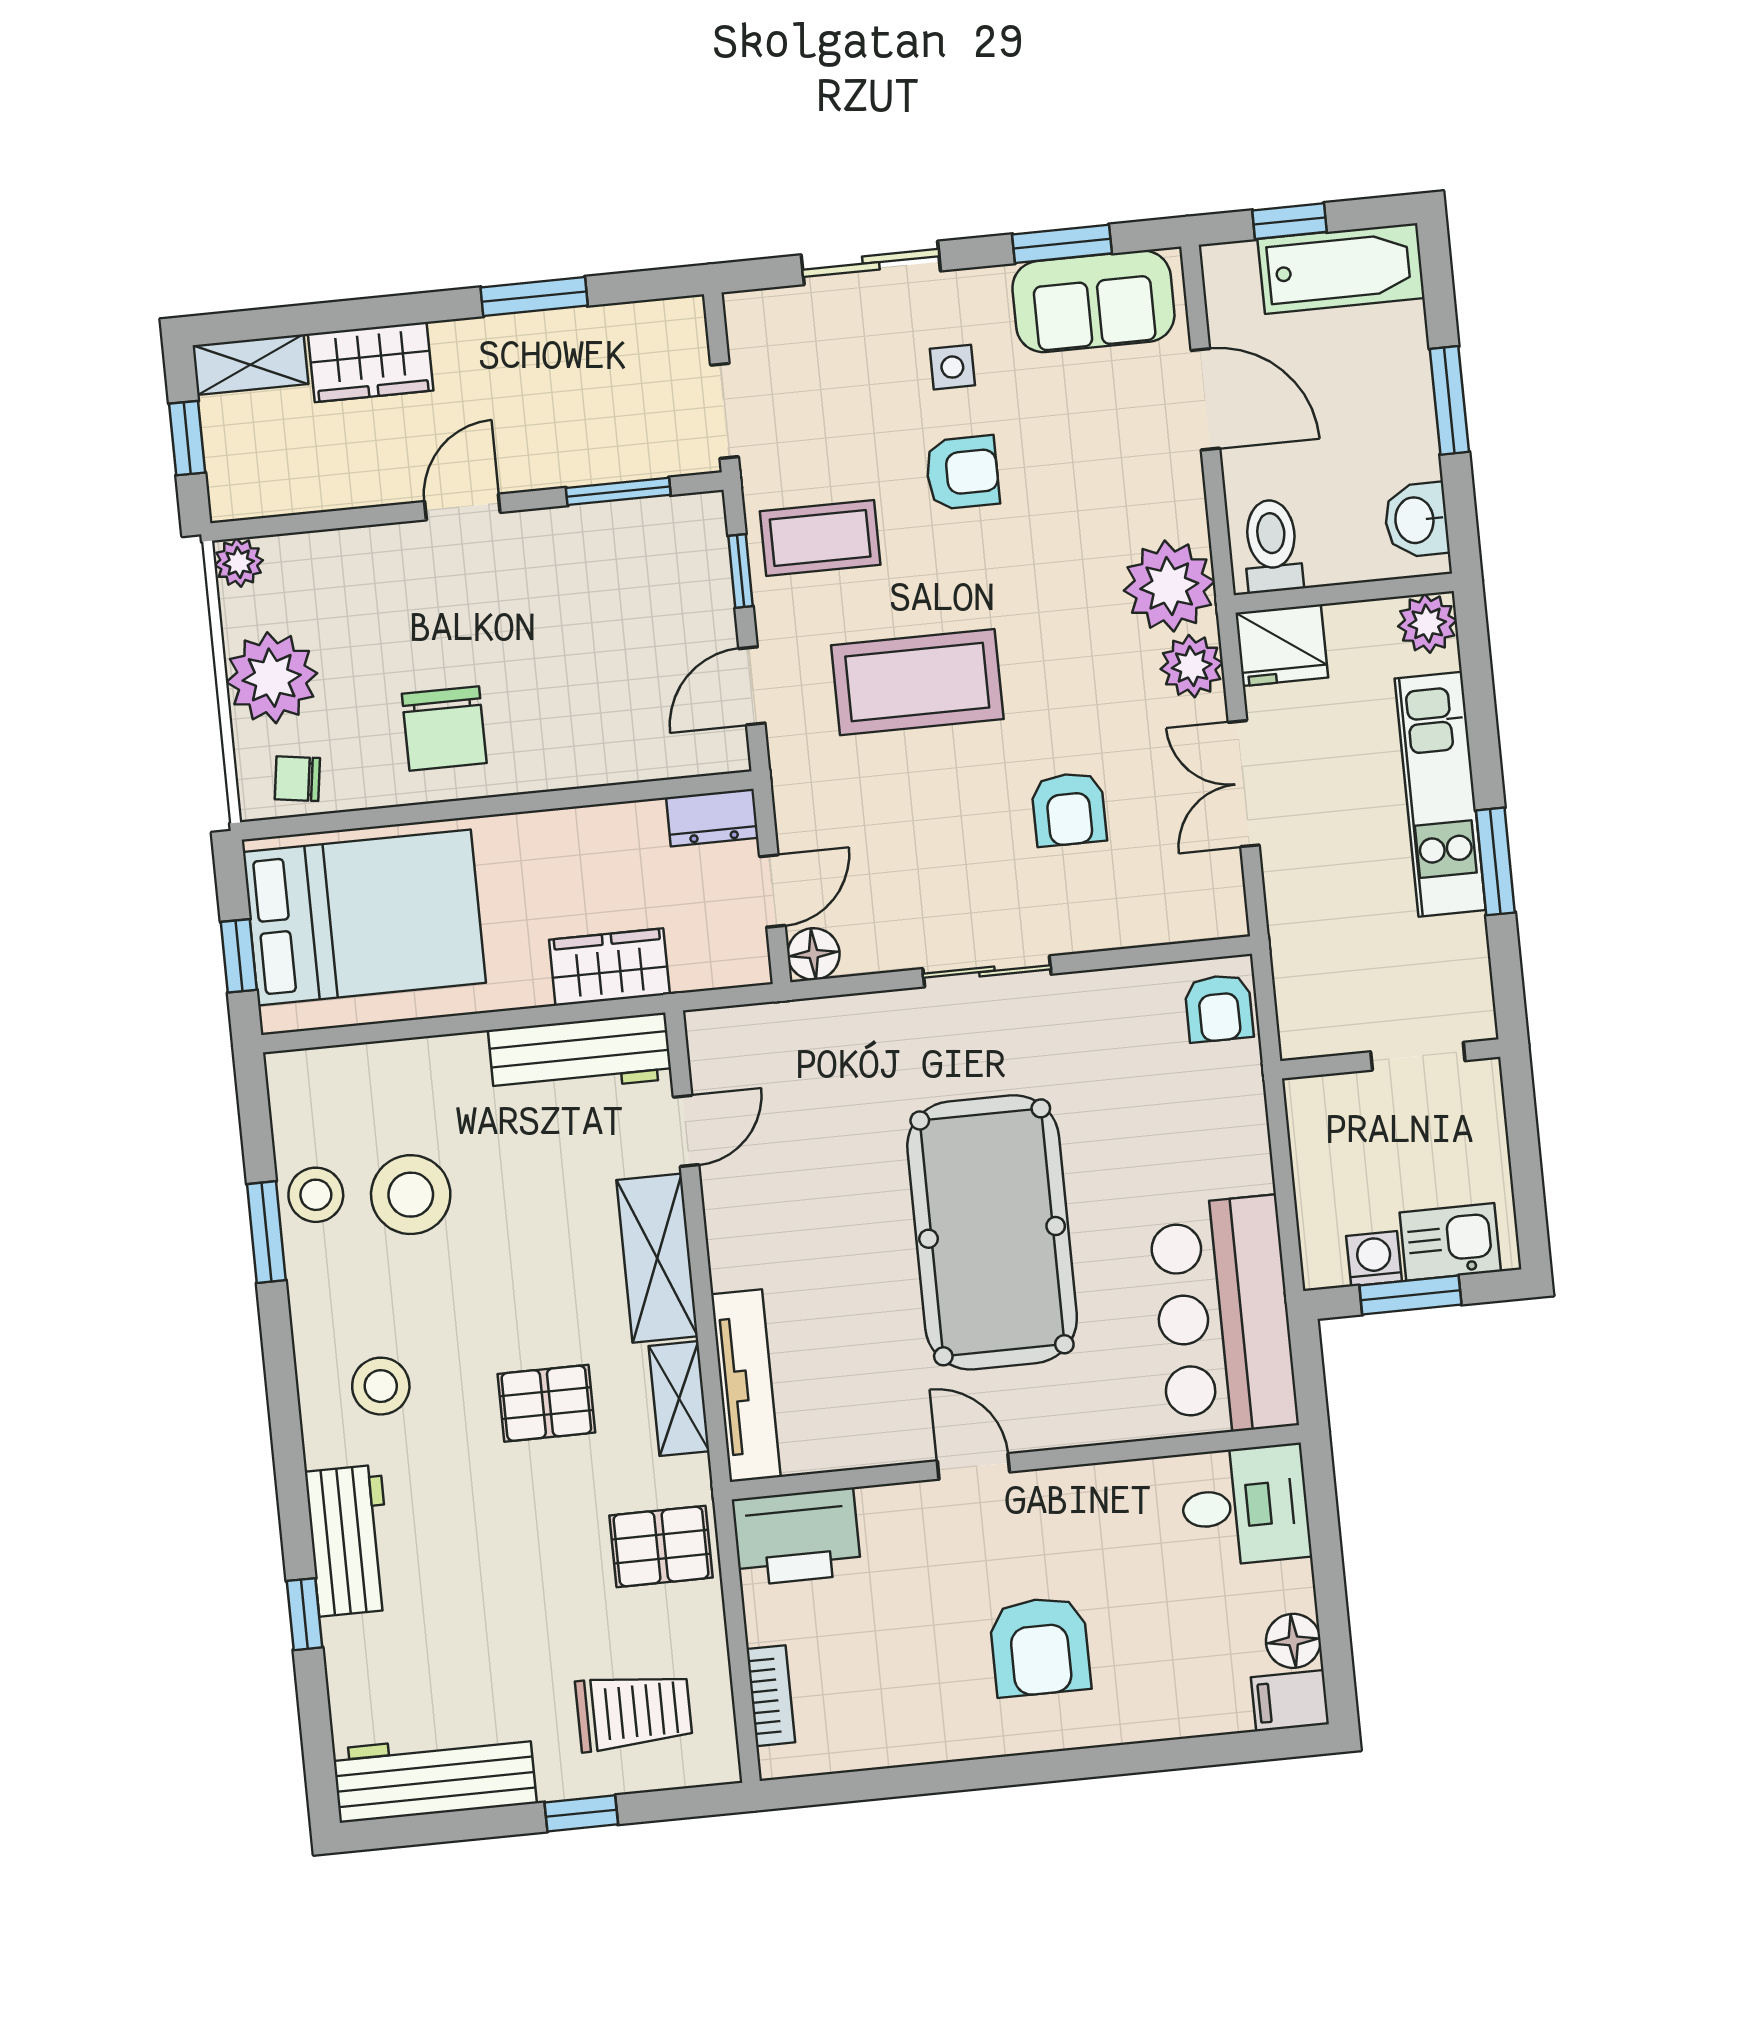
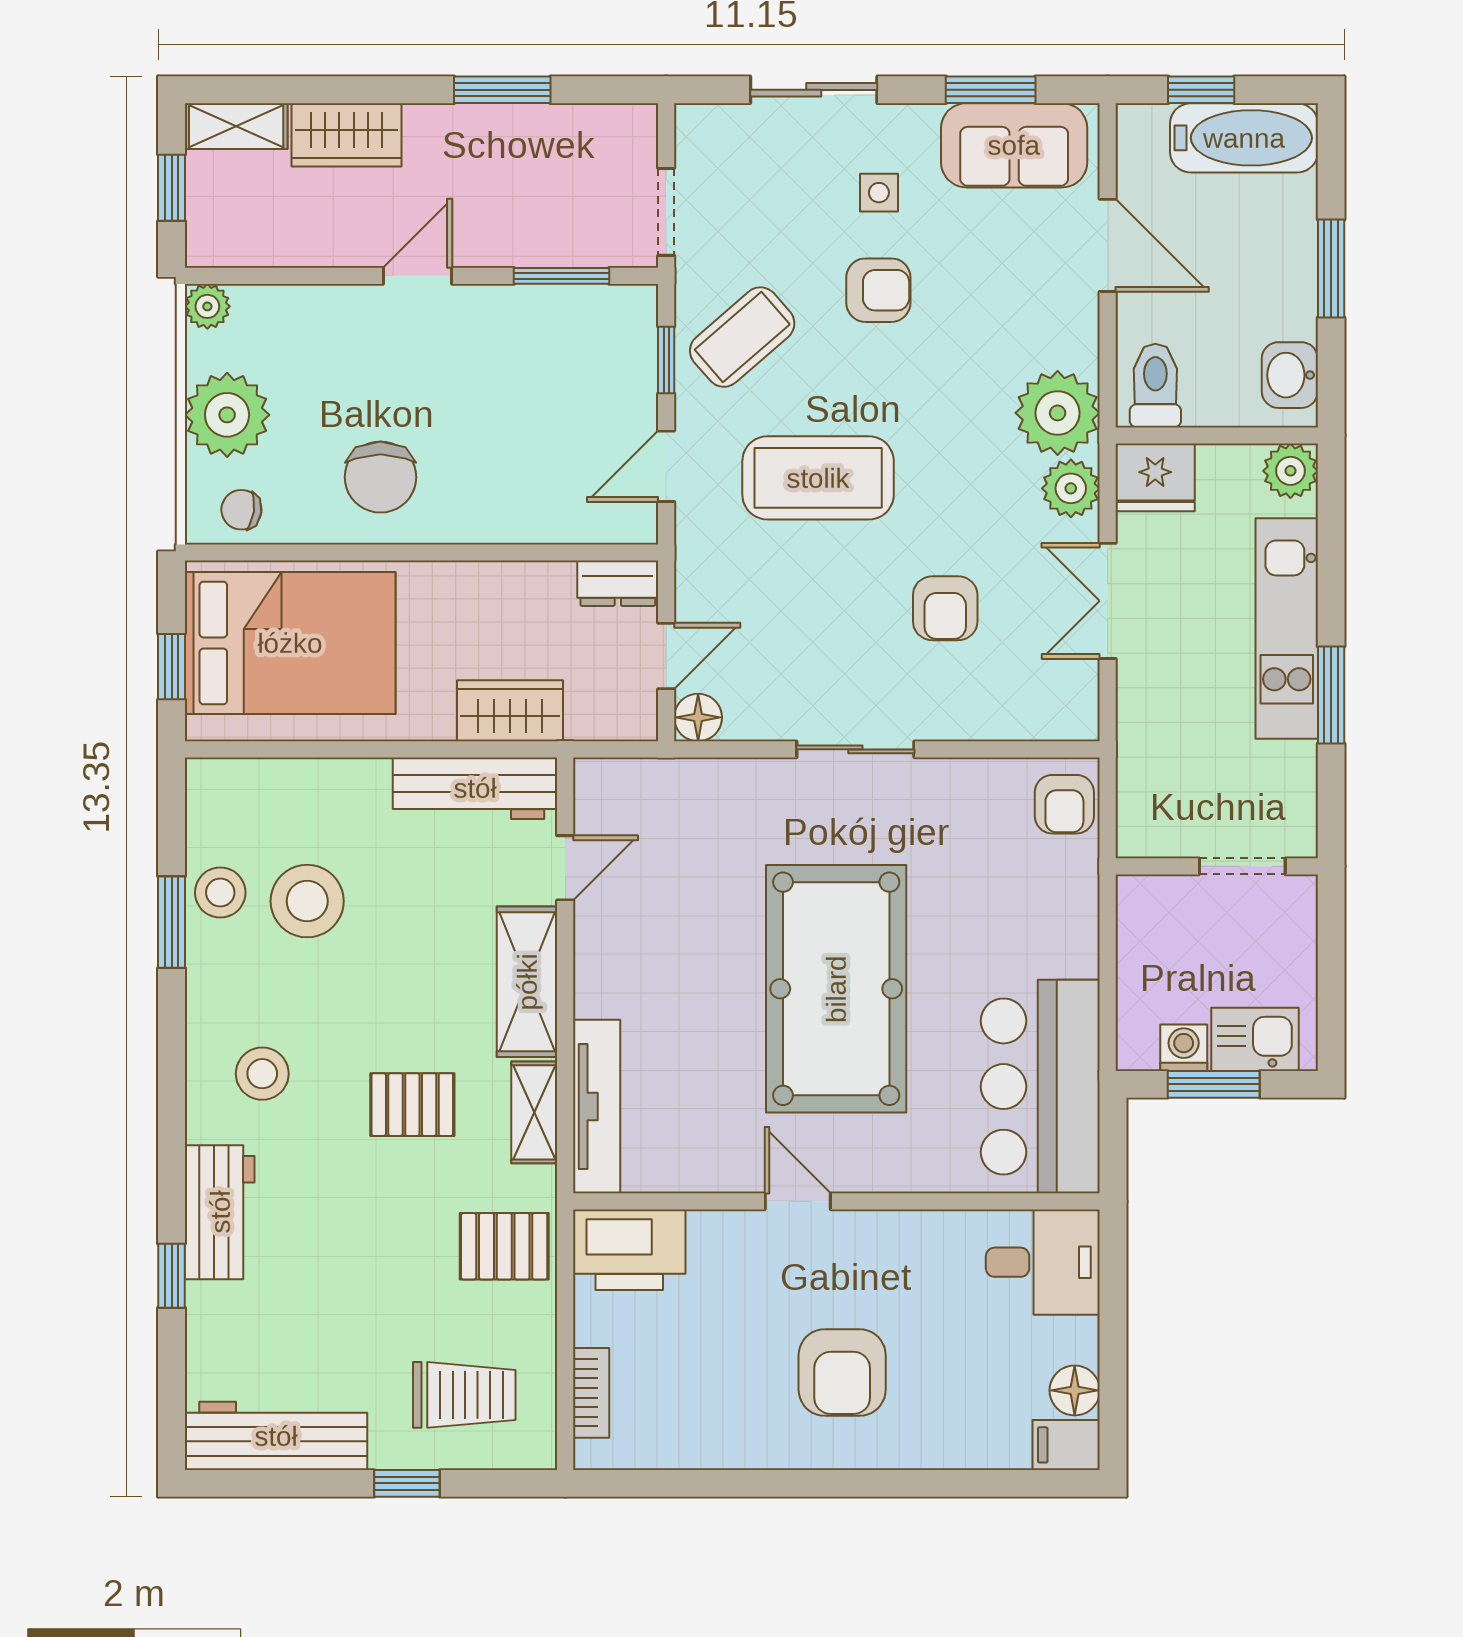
coffee table: (820, 538) -> (742, 337), turned -41

